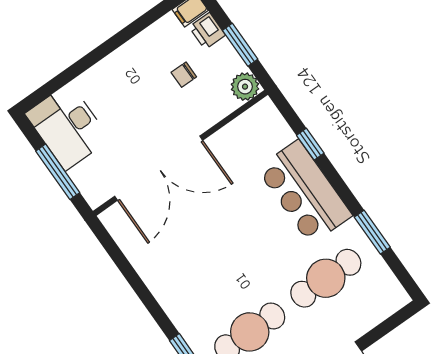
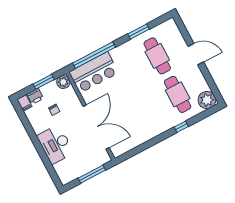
desk: (67, 126) -> (55, 144), moved, turned 90
window: (310, 144) -> (94, 55), width x3.17
bar counter: (305, 192) -> (94, 72), moved

